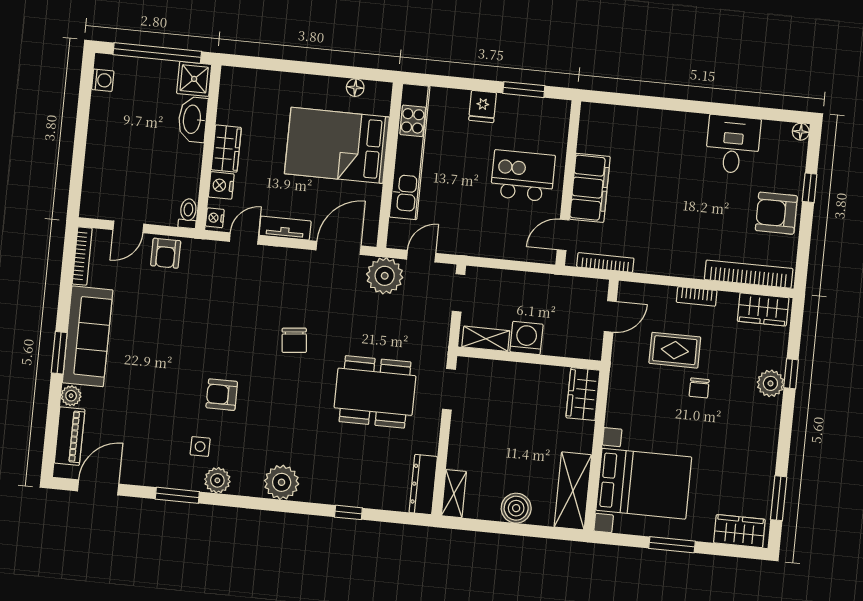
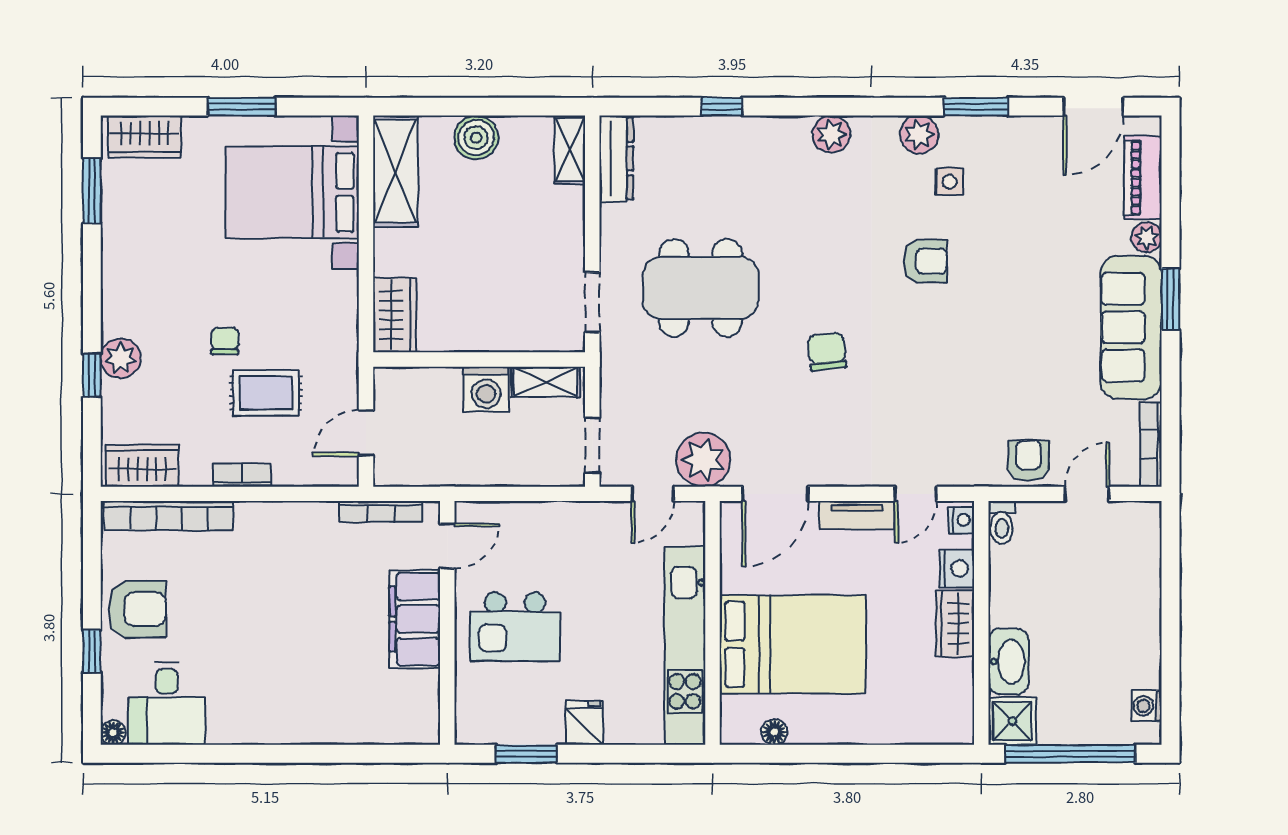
desk: (733, 145) -> (167, 704), moved
plant: (282, 482) -> (831, 134), width x0.73, depth x0.73

